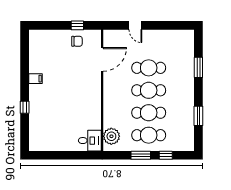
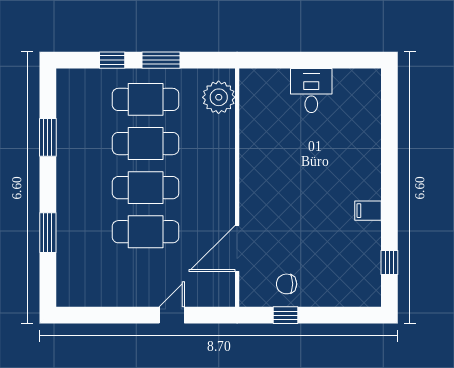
door: (135, 25) -> (172, 315), hinge flipped
window: (25, 107) -> (389, 263), moved
desk: (90, 141) -> (311, 90), moved, turned 90

